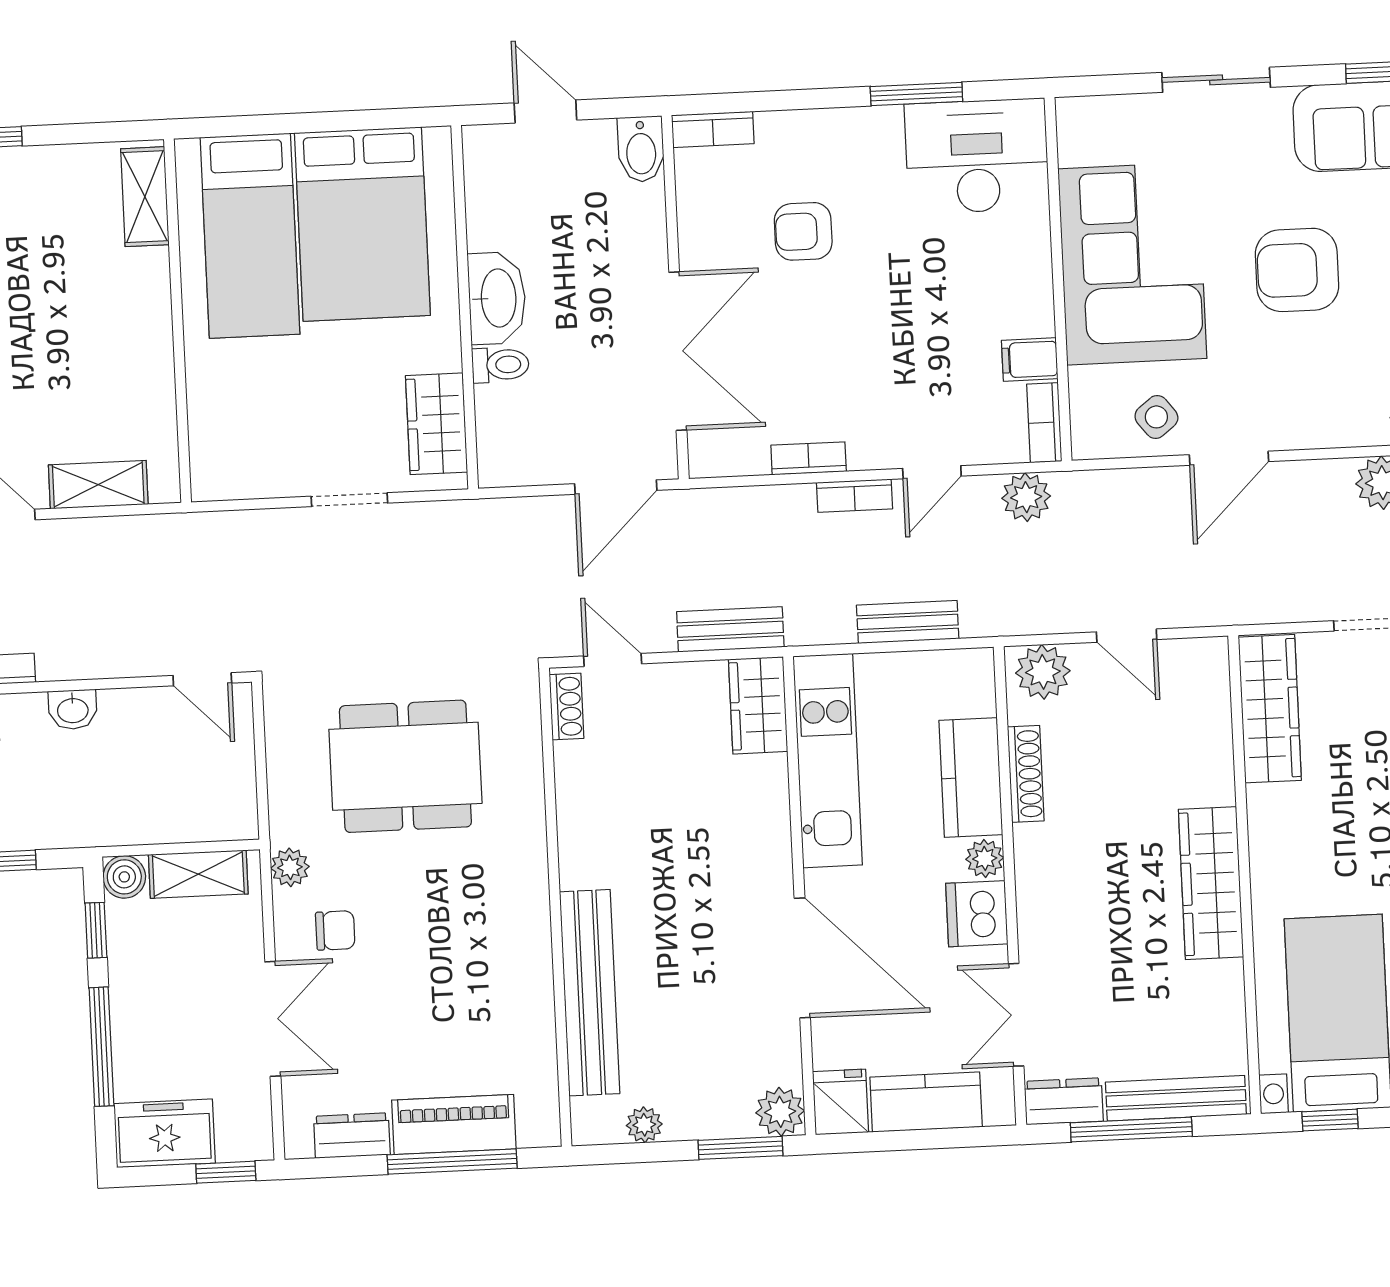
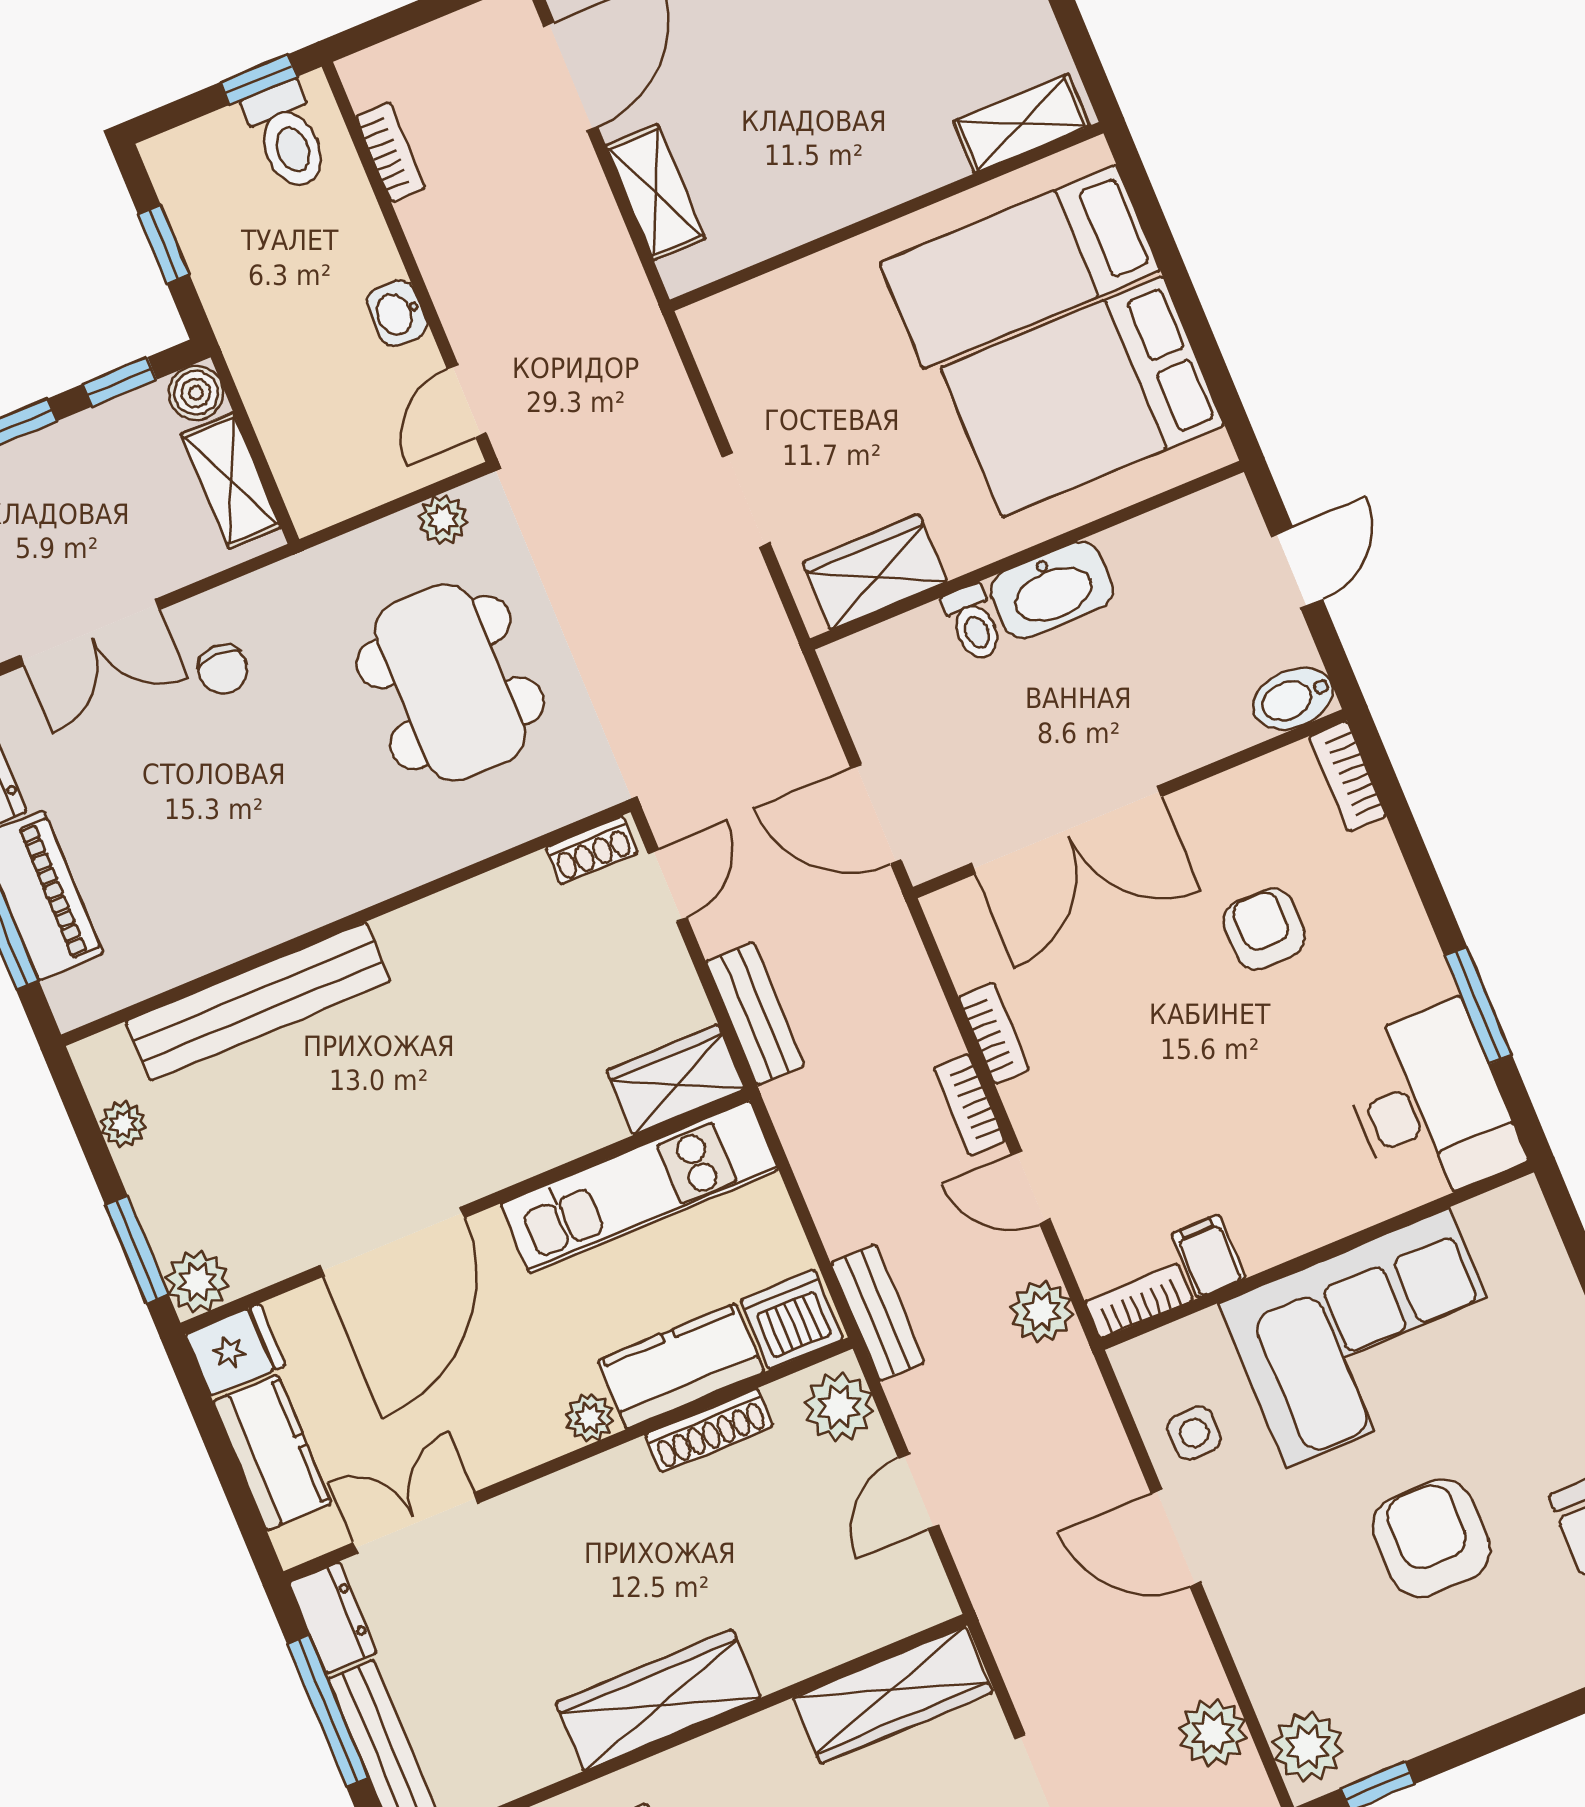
side table: (1156, 417) -> (1194, 1433), turned 38
bench: (908, 622) -> (878, 1312), moved
washbasin: (73, 709) -> (397, 313), moved
plant: (290, 867) -> (443, 520), moved
dishwasher: (977, 914) -> (792, 1320), moved

